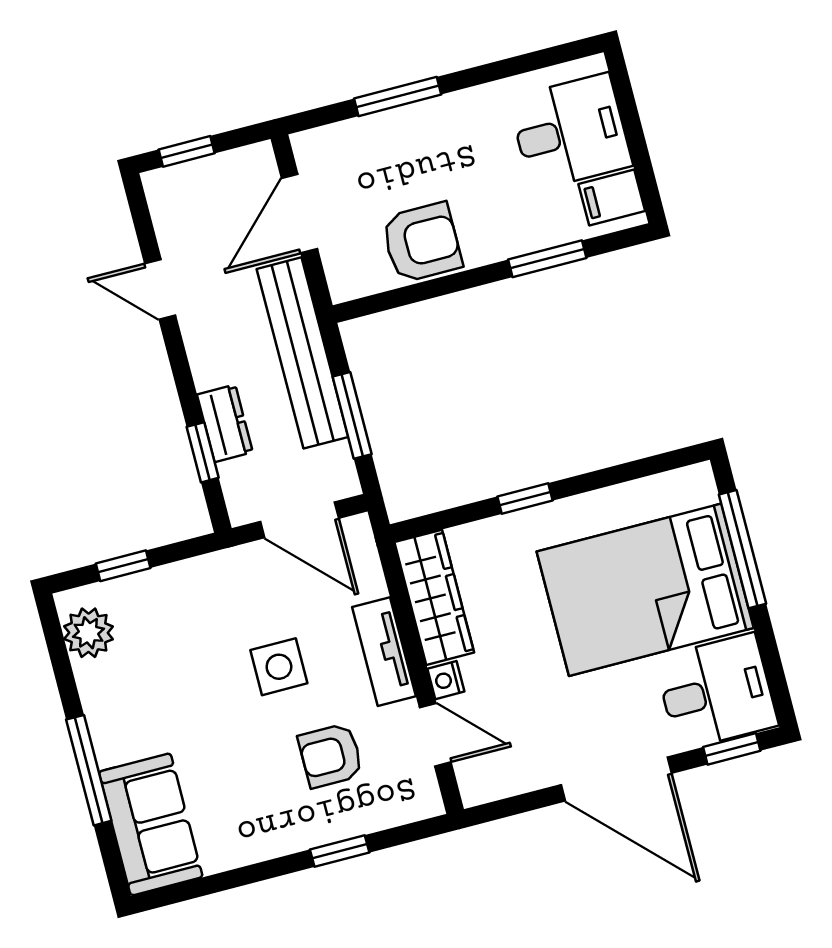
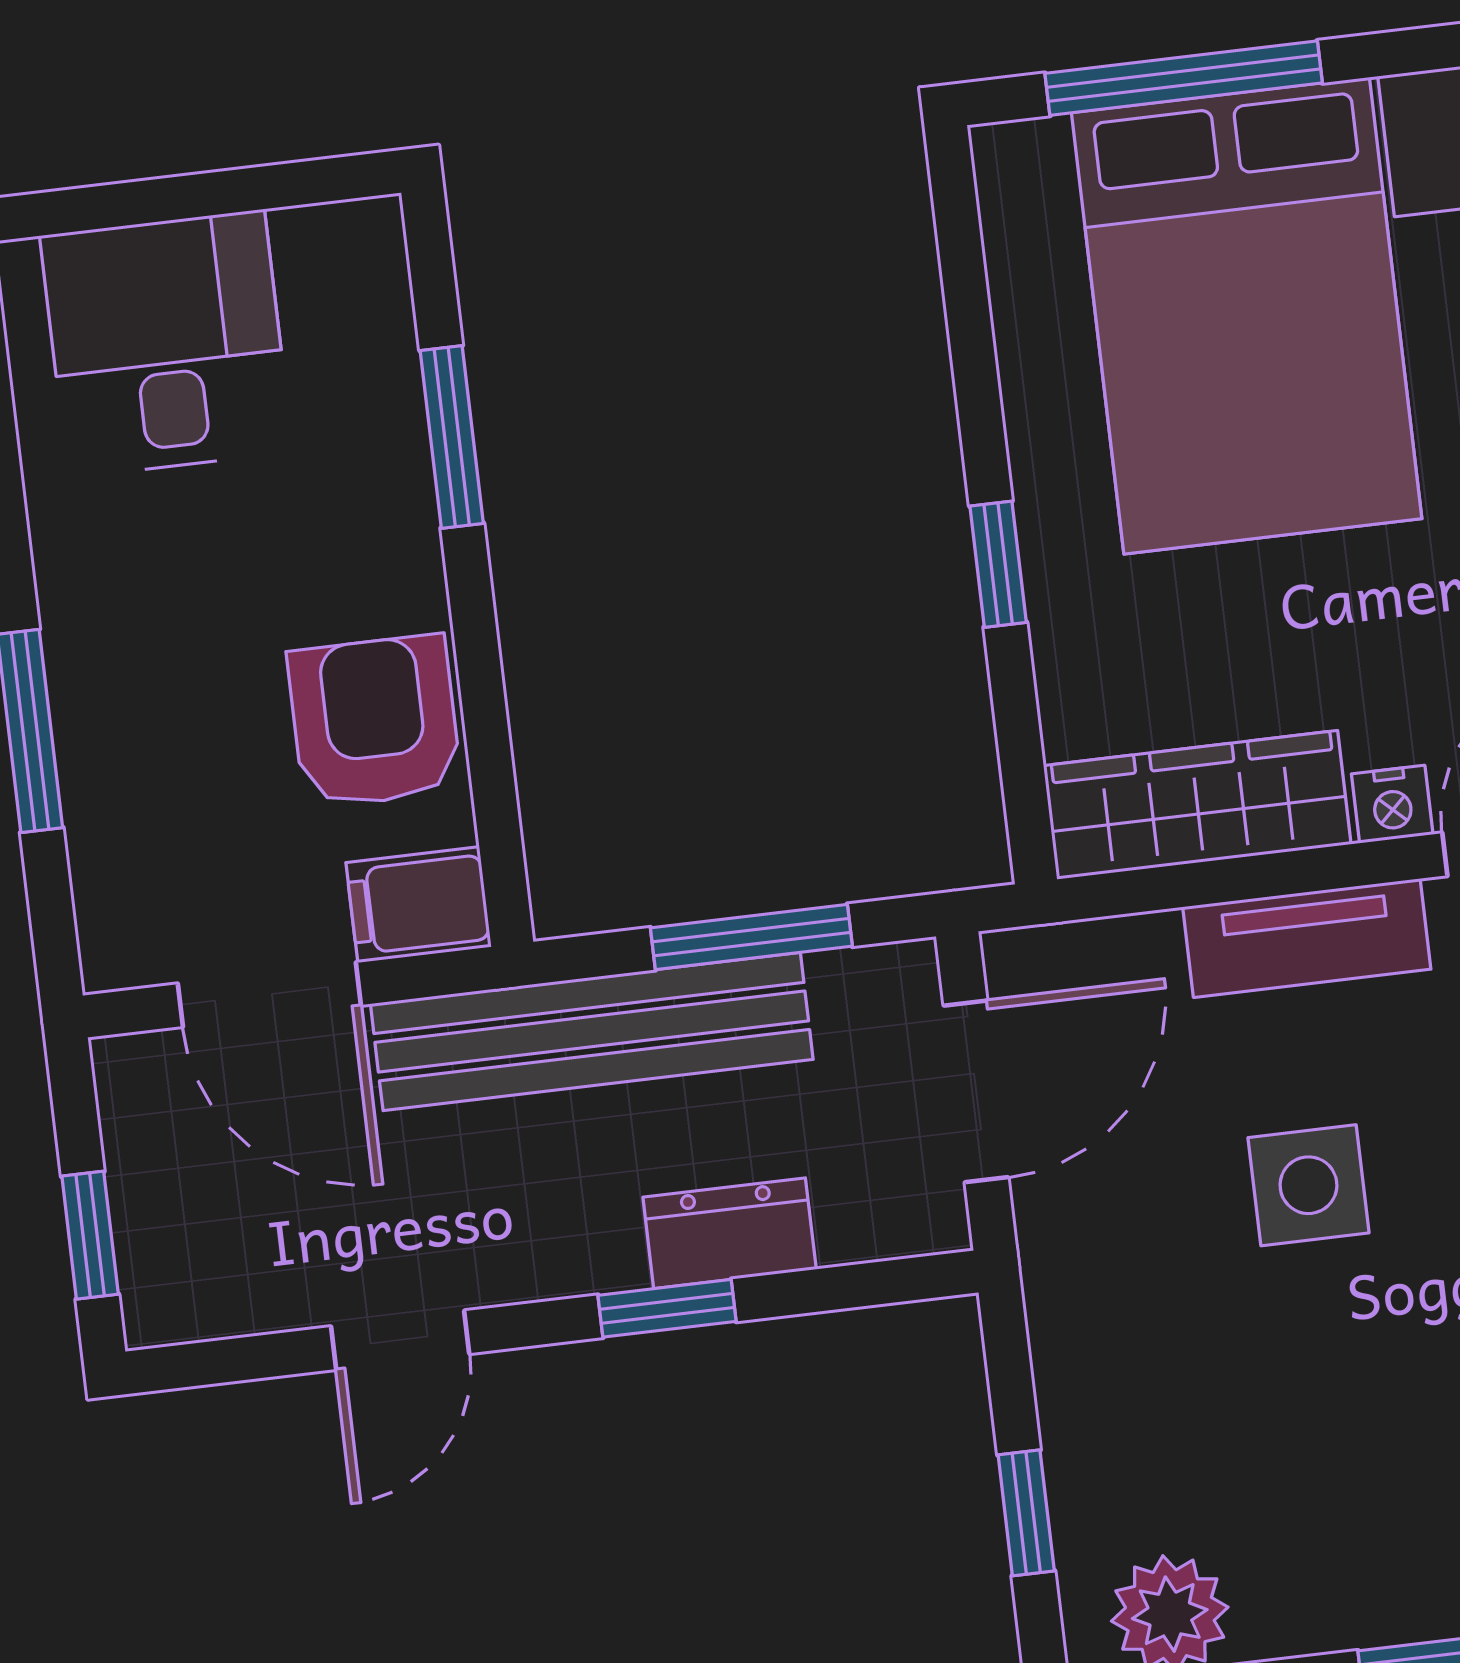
filing cabinet: (612, 198) -> (419, 905), moved, turned 90
window: (203, 452) -> (667, 1308), moved

